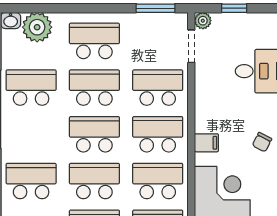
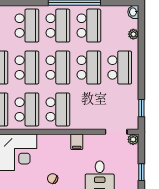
window: (156, 8) -> (141, 108), width x0.67
window: (234, 8) -> (141, 172), moved
plant: (37, 27) -> (133, 34), width x0.53, depth x0.53
school desk: (158, 88) -> (58, 26), moved
filing cabinet: (206, 143) -> (77, 142), moved

